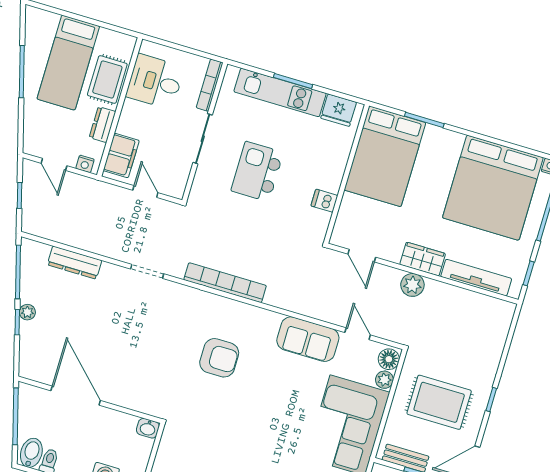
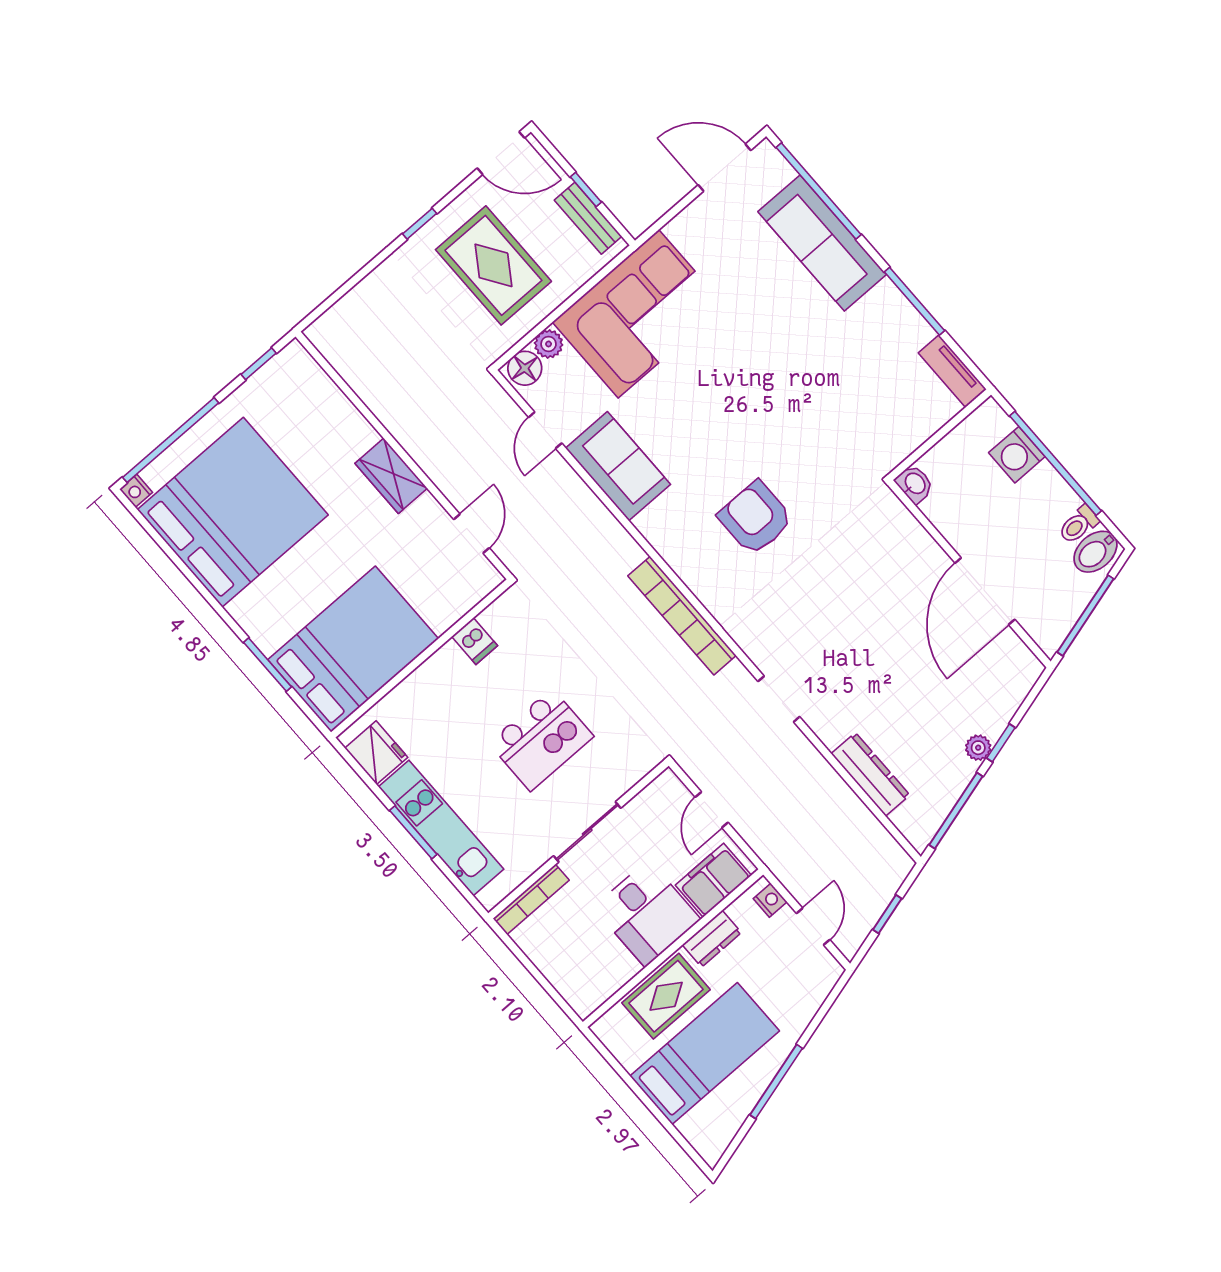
desk: (155, 82) -> (647, 913), moved
tv unit: (476, 278) -> (334, 404), removed
plant: (412, 285) -> (428, 449), removed

